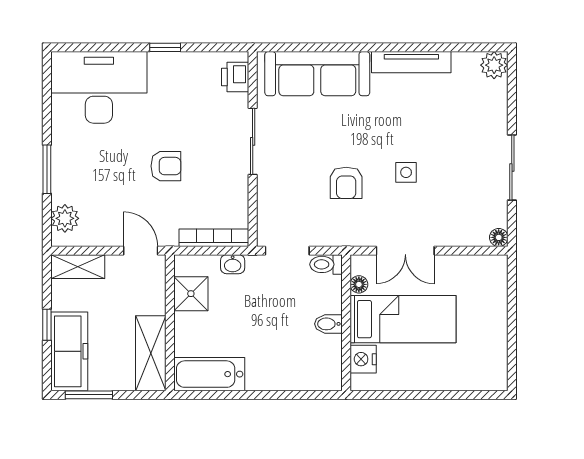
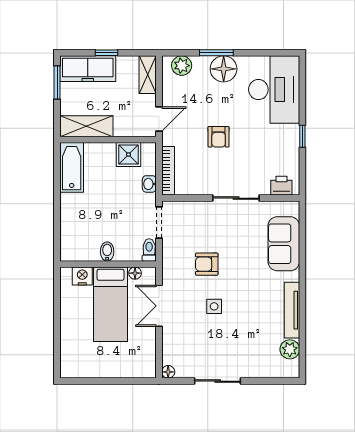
plant: (494, 65) -> (290, 349), moved
sofa: (317, 74) -> (284, 244), width x0.73
floor lamp: (70, 159) -> (224, 69), added

